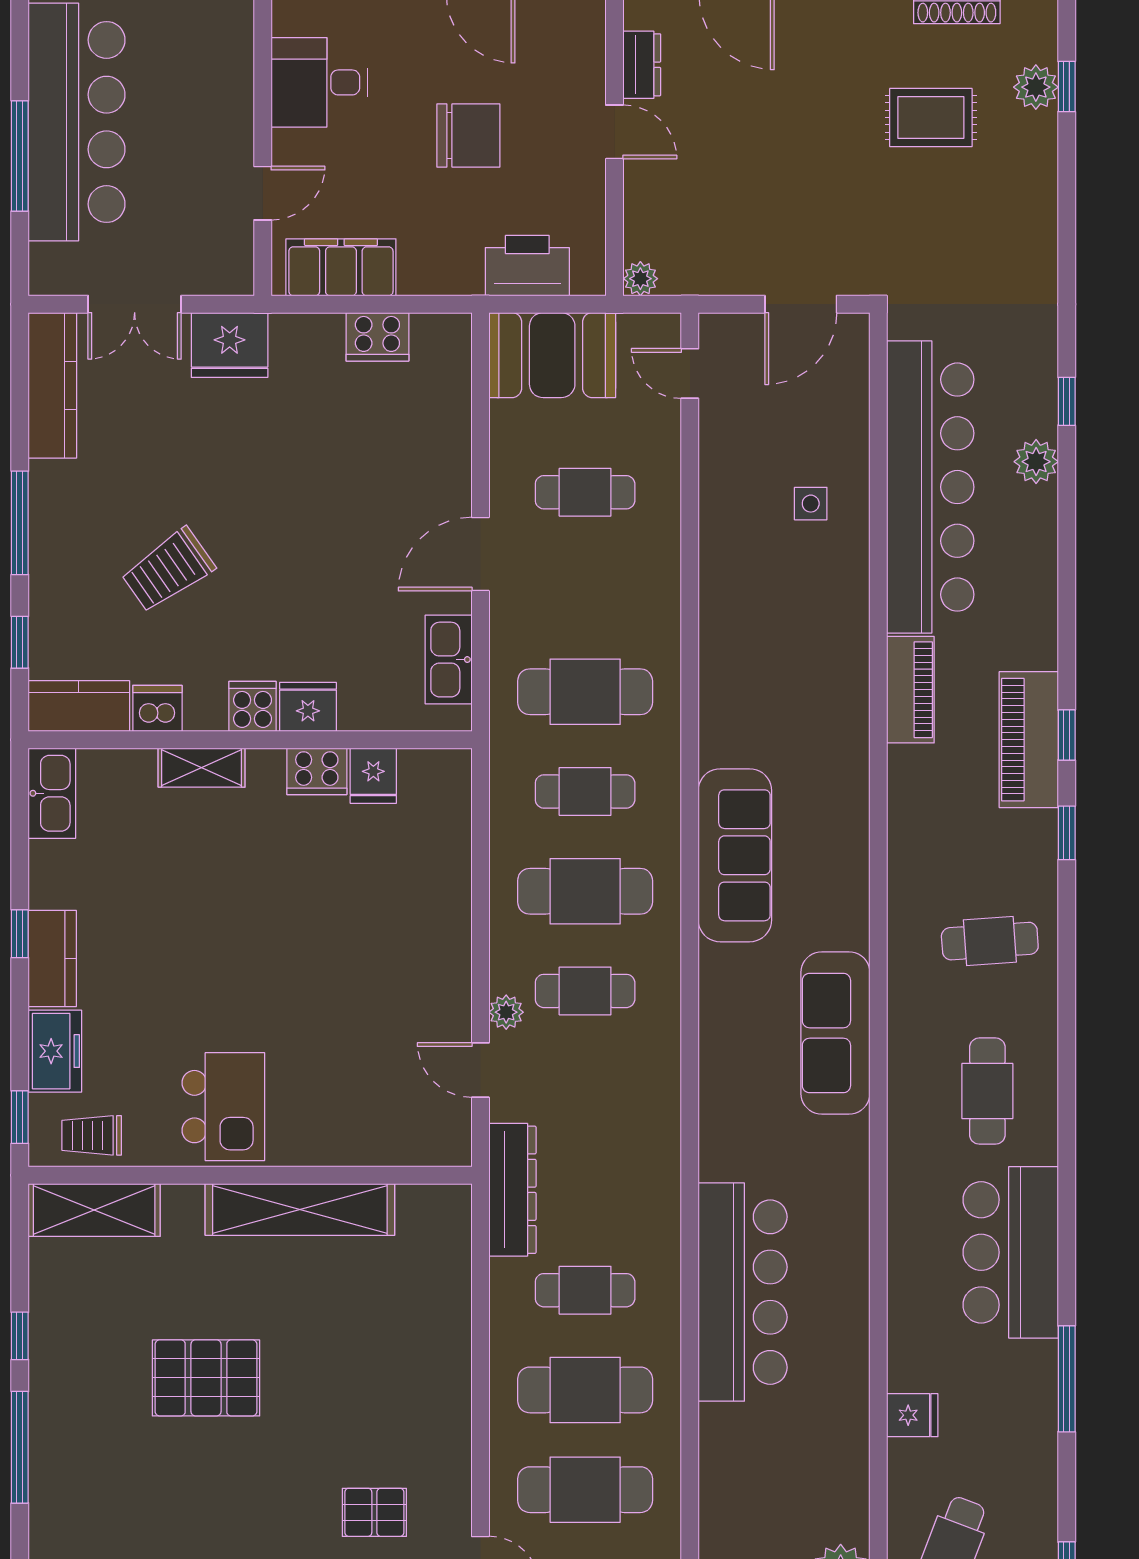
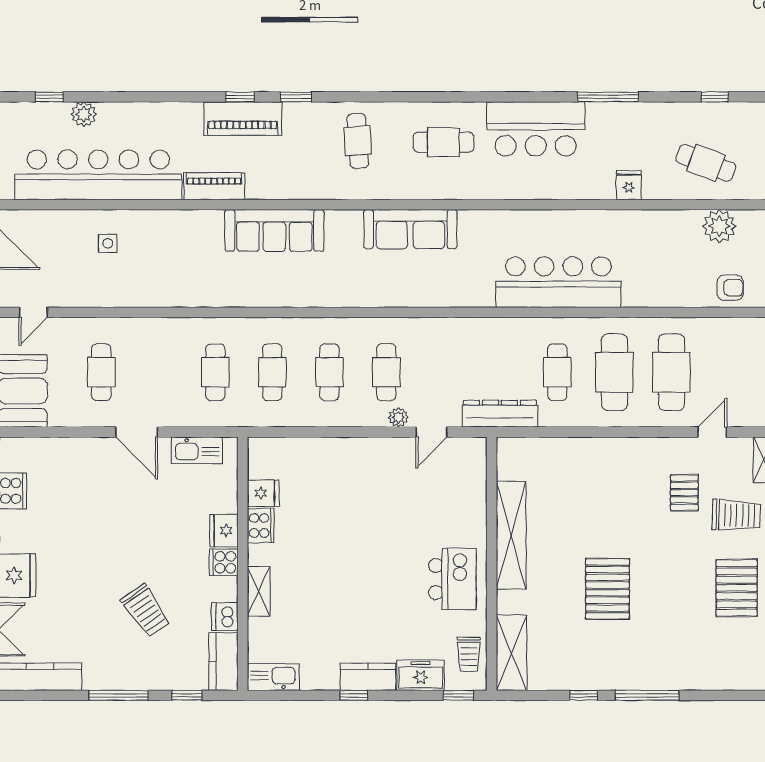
cafe table: (585, 692) -> (215, 372), width x0.73, depth x0.74
sofa: (735, 855) -> (274, 230), moved, turned 180
cafe table: (585, 891) -> (329, 372), width x0.73, depth x0.74
kitchen island: (223, 1107) -> (452, 579), turned 90

